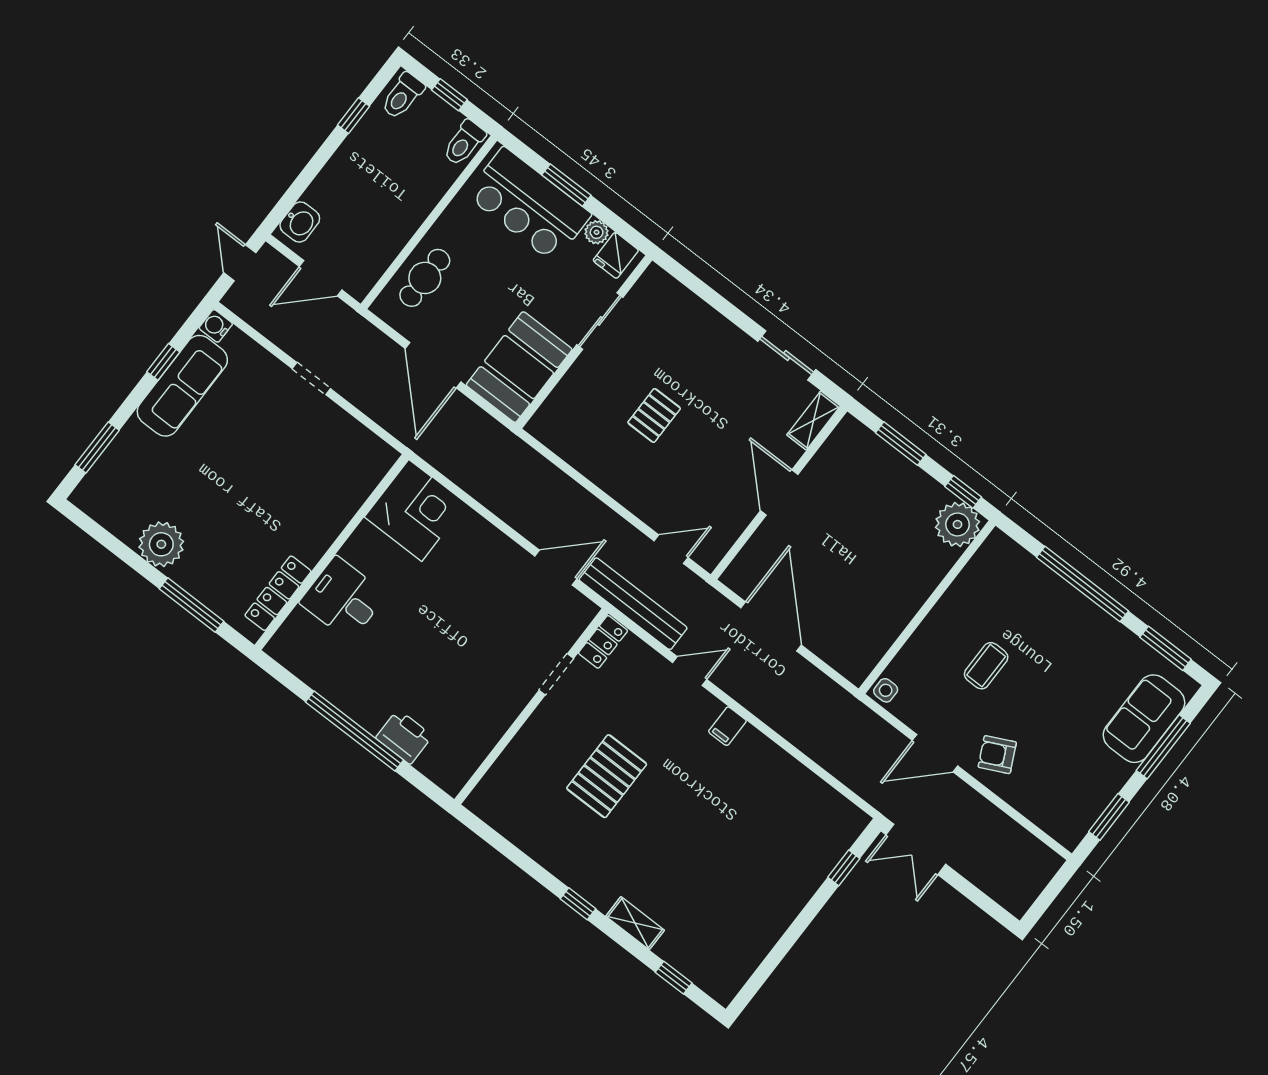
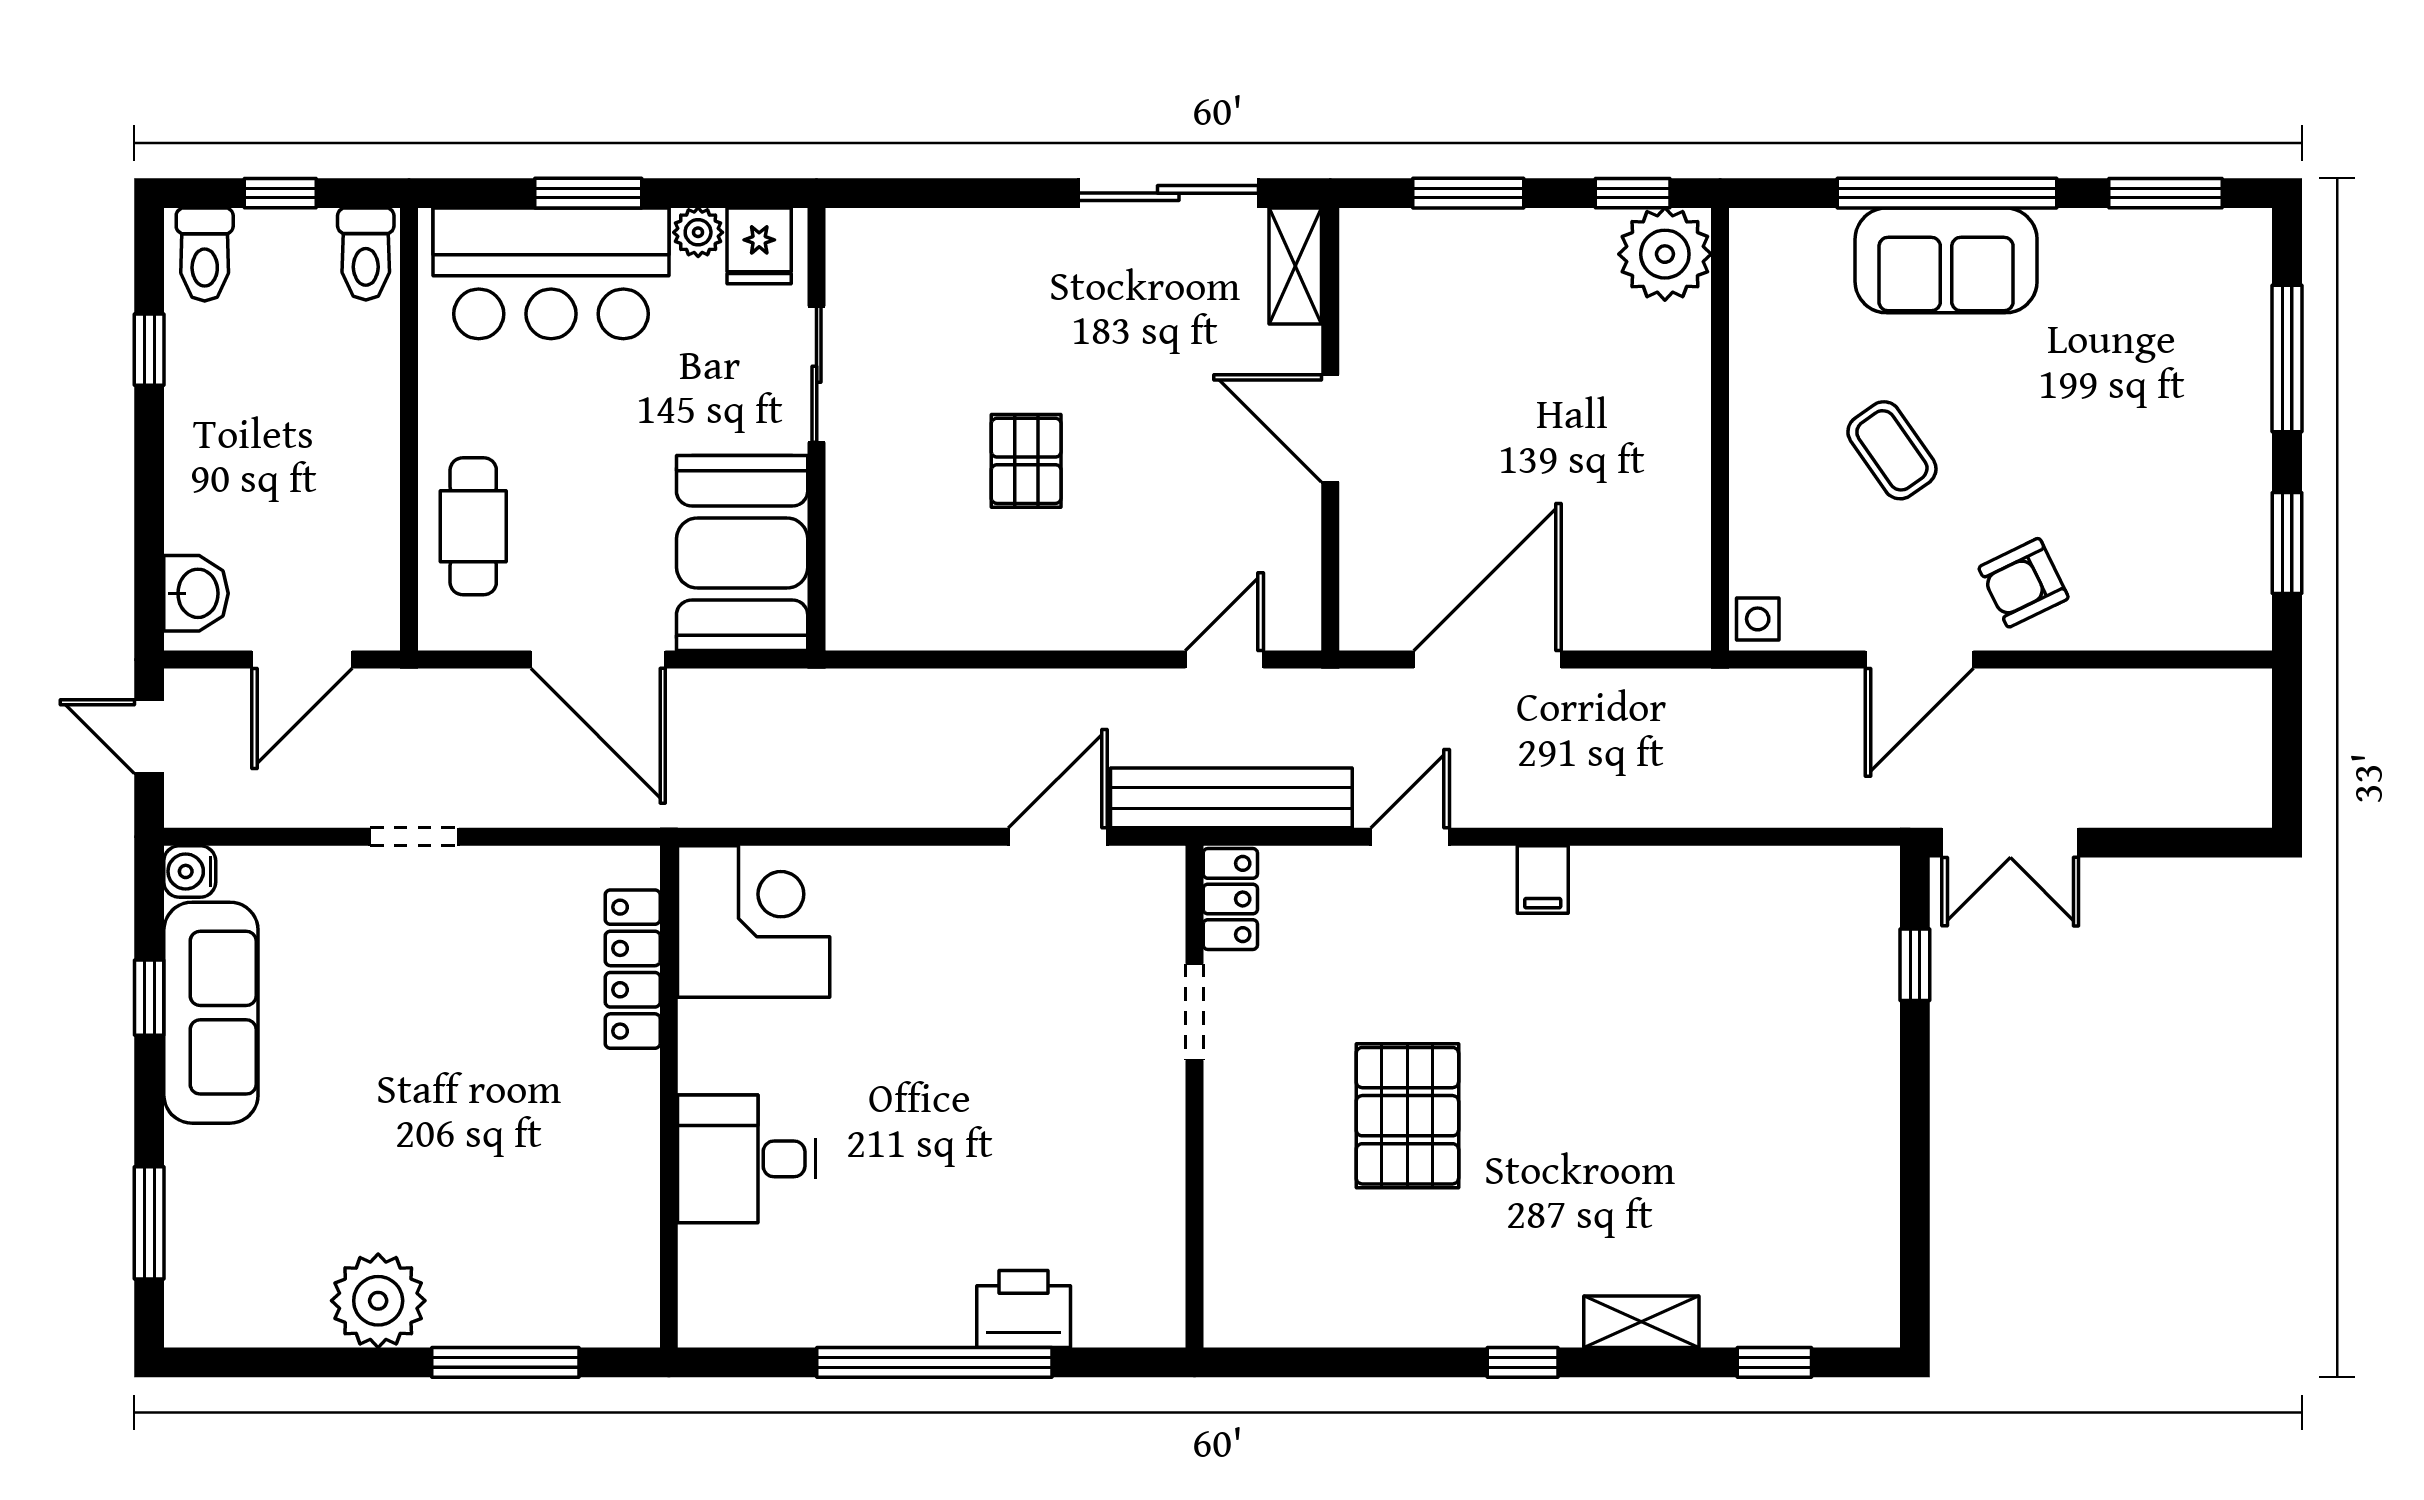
sliding door: (787, 355) -> (1168, 193), width x1.37
locker: (278, 593) -> (633, 969), moved
door: (771, 626) -> (1487, 660), hinge flipped
coffee table: (986, 666) -> (1892, 450), turned -35
sofa: (1144, 719) -> (1946, 260), moved, turned -90

